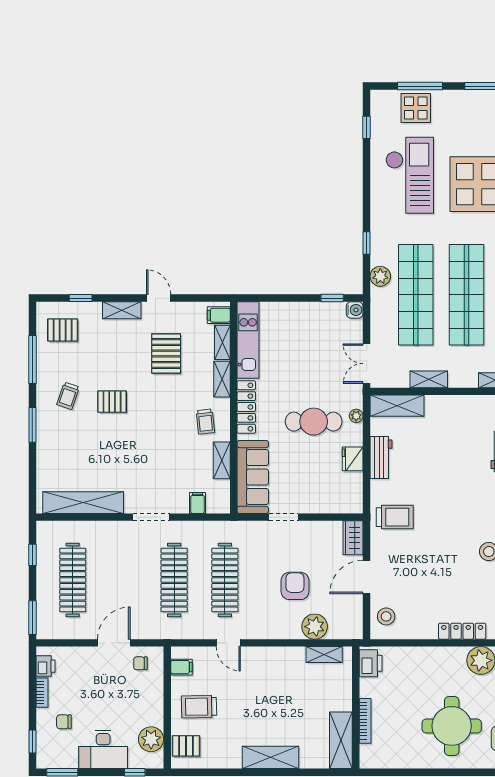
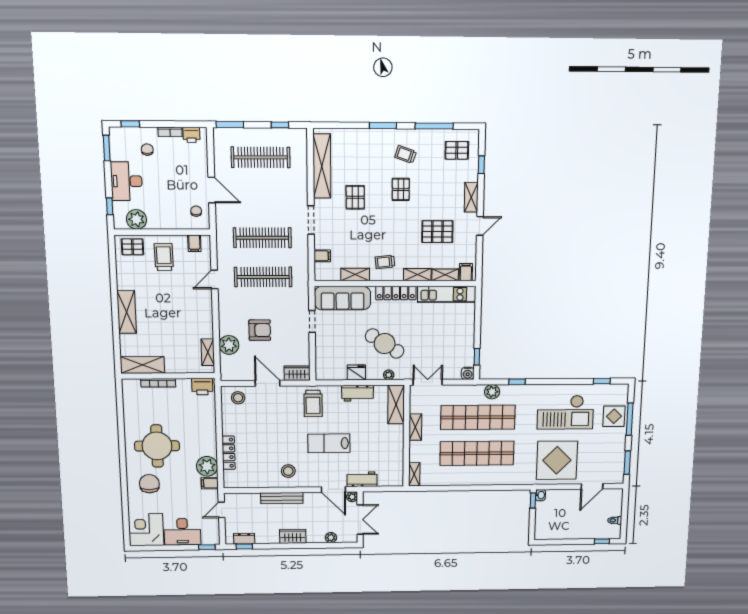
pallet: (63, 330) -> (457, 150), turned 90
cafe table: (314, 422) -> (385, 344), turned -57
pallet: (122, 460) -> (355, 197), added
lab bench: (450, 496) -> (329, 443), added
pallet: (186, 746) -> (132, 247), turned 90

